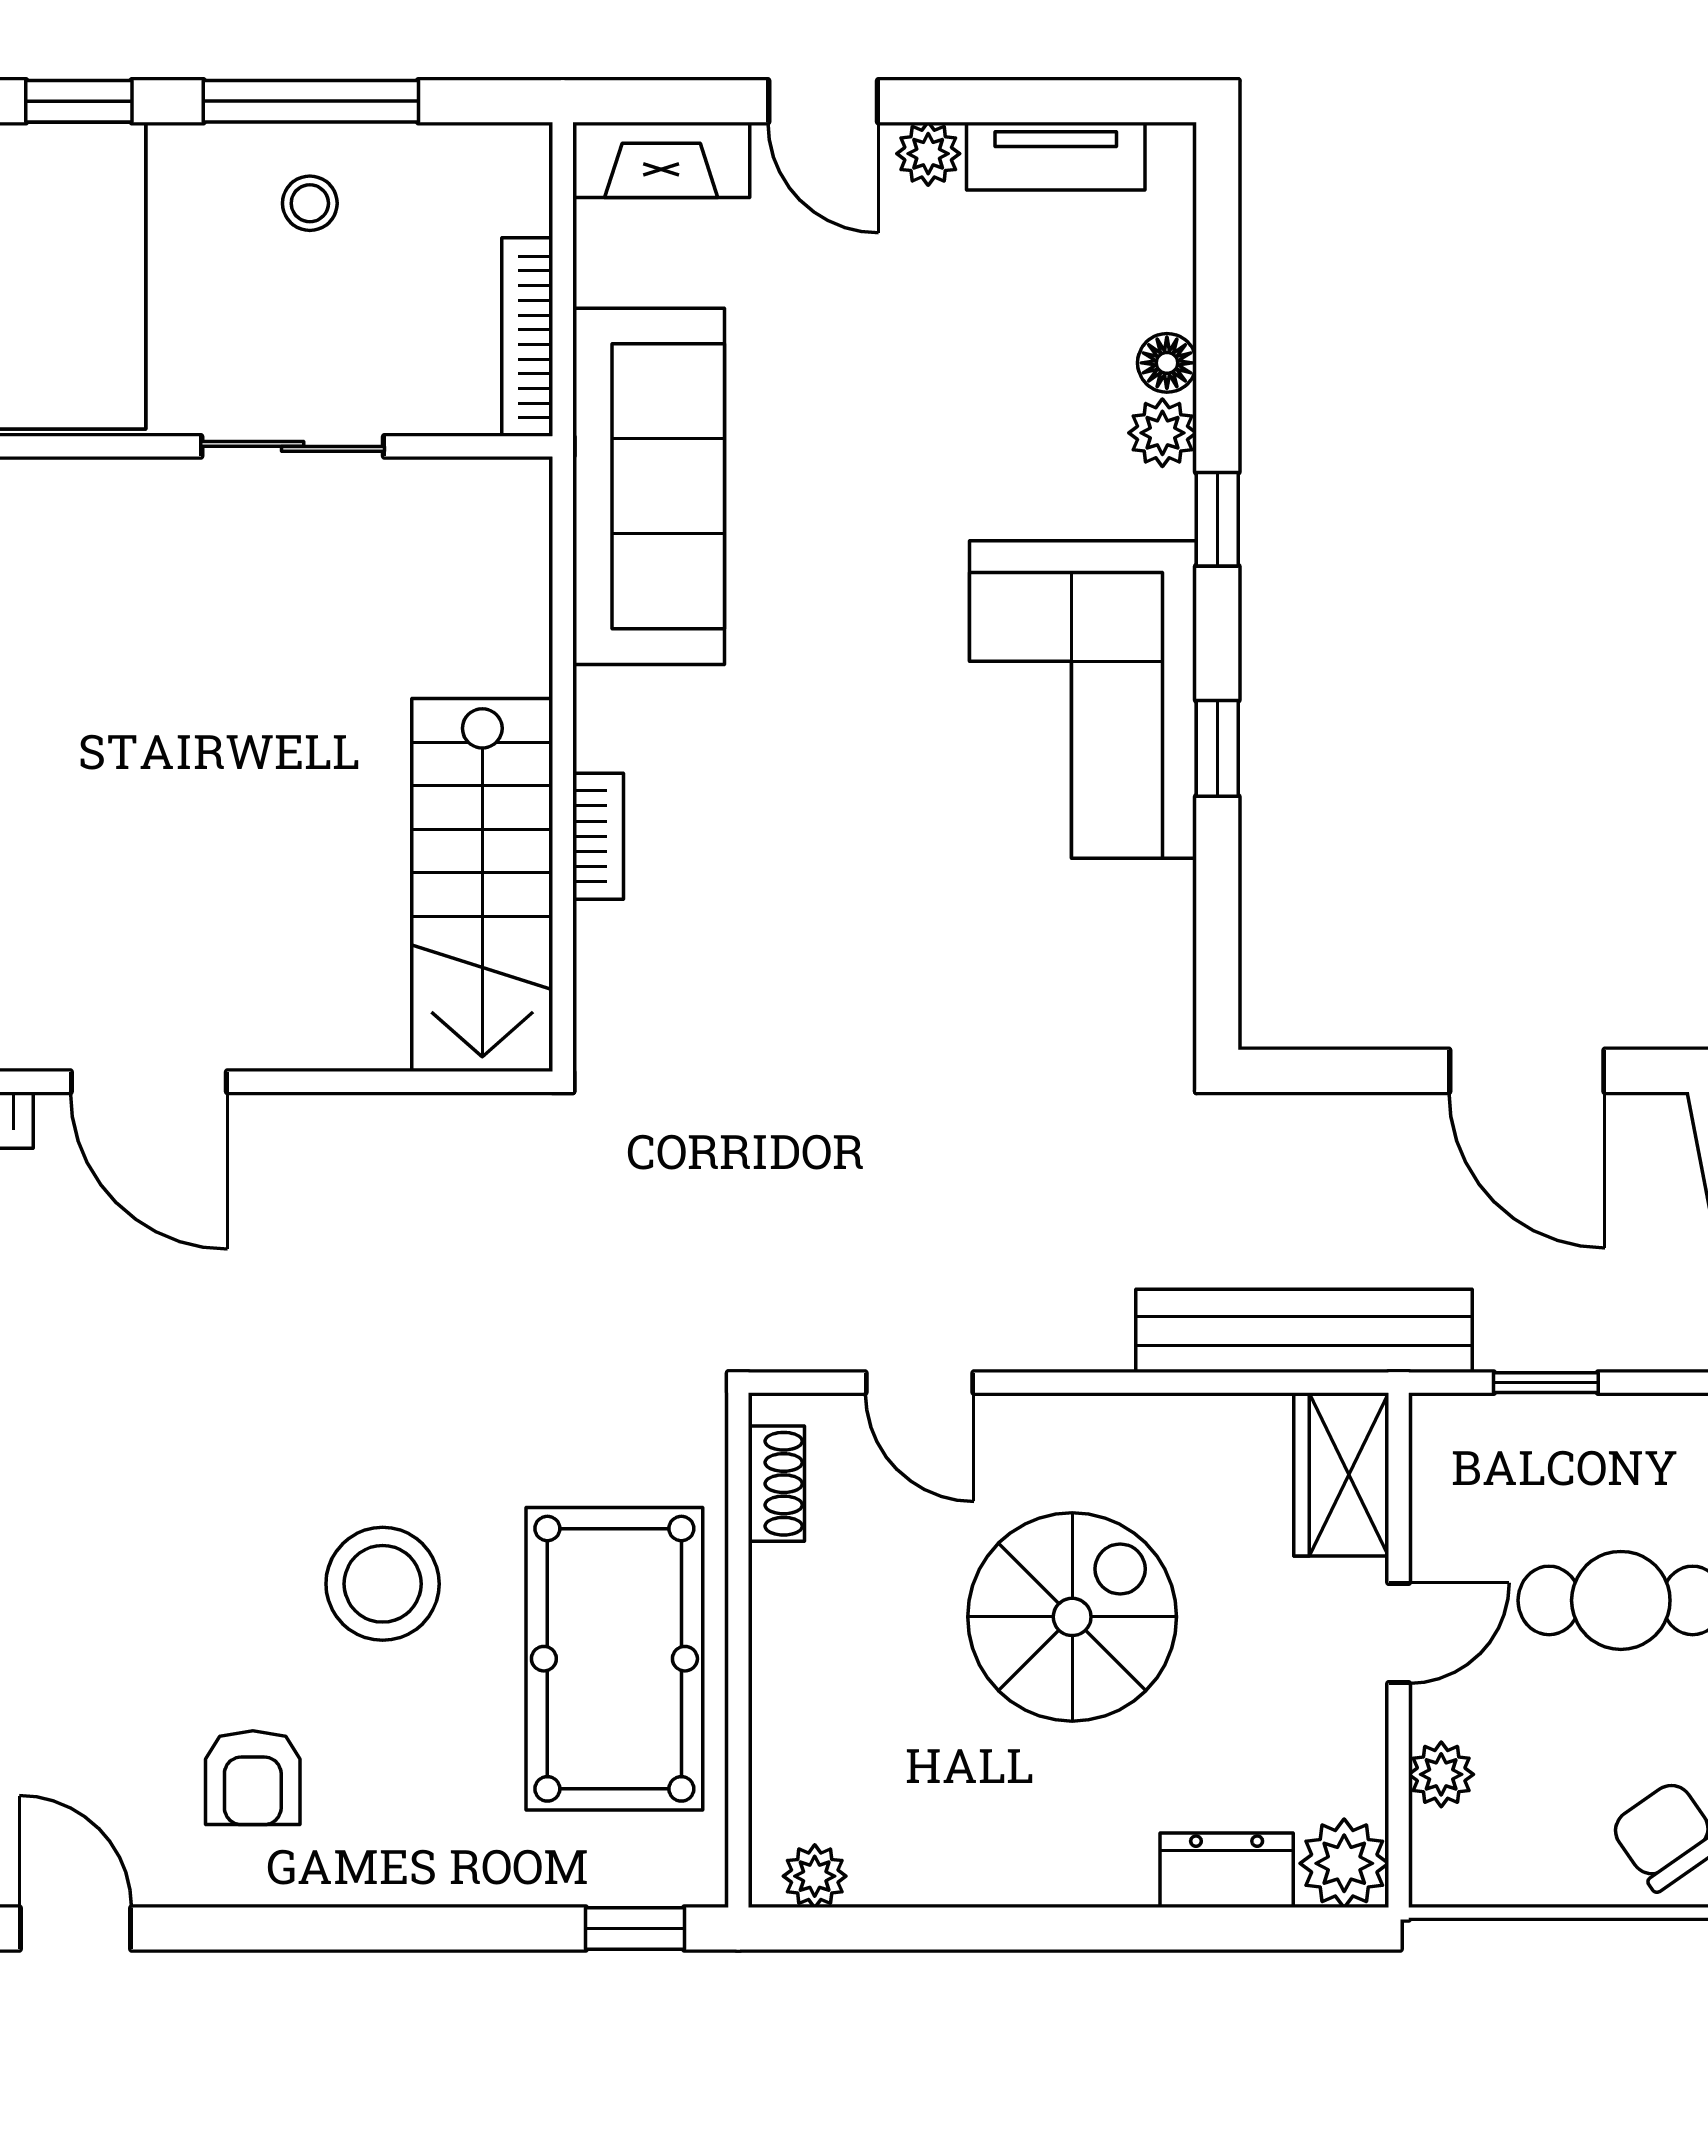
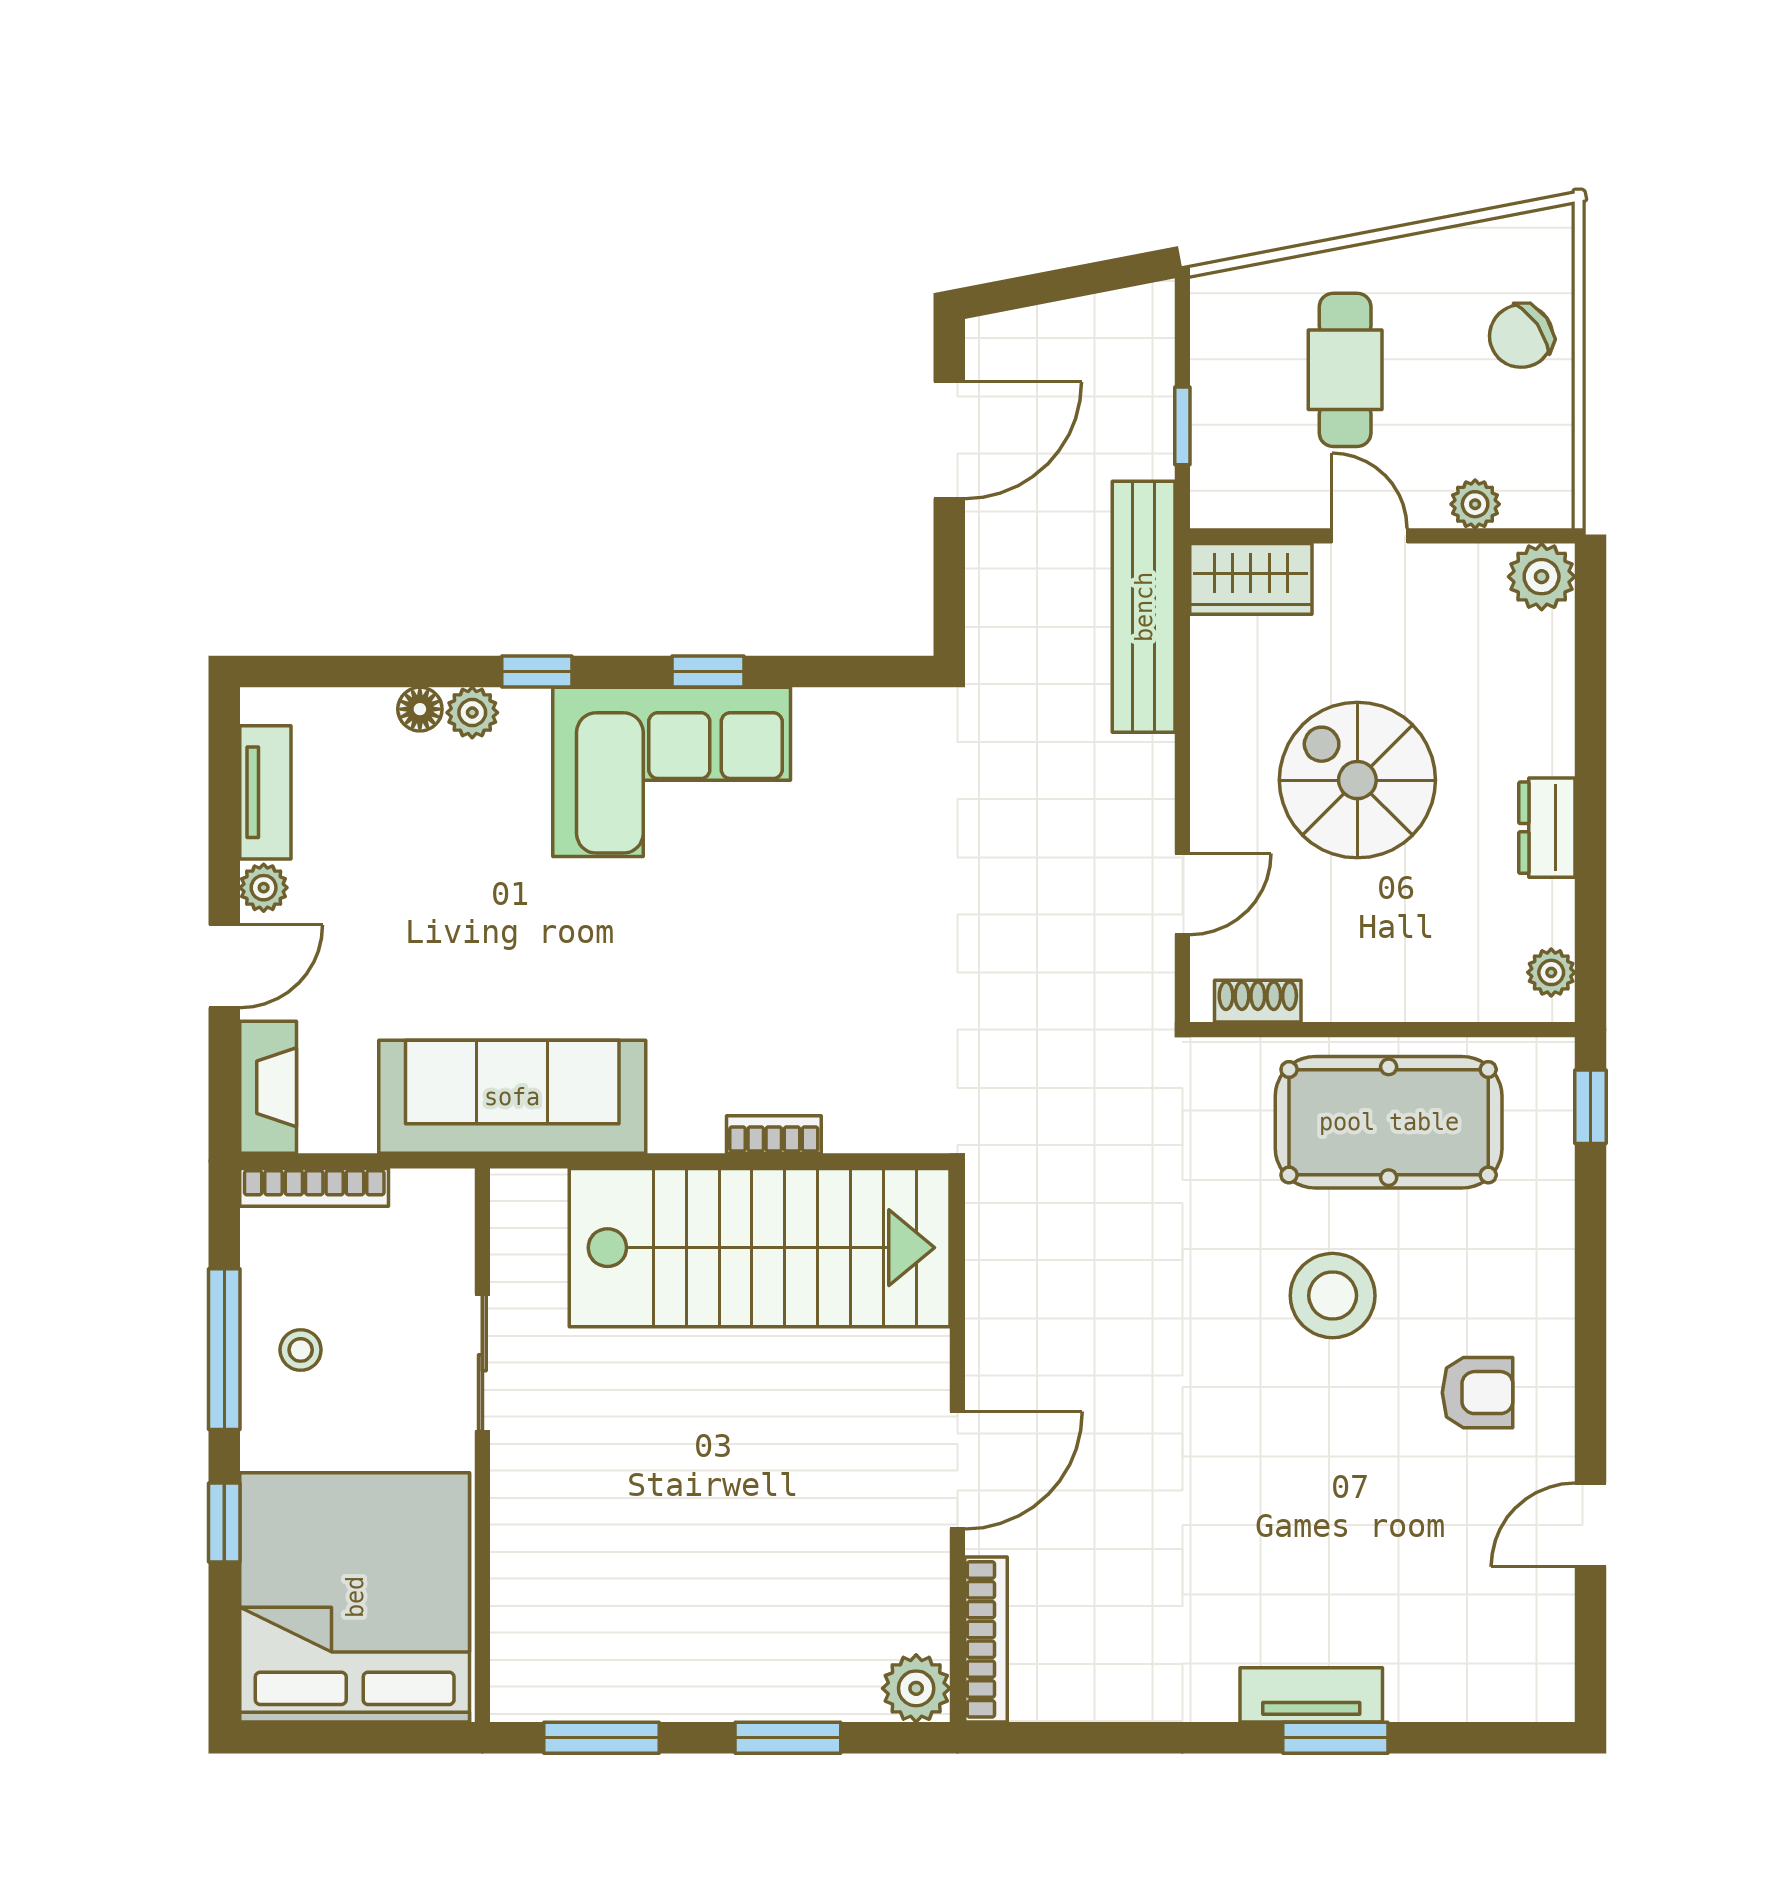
bookcase: (527, 337) -> (314, 1187), moved
stairs: (482, 885) -> (760, 1248), width x1.36, depth x1.51
dresser: (1227, 1870) -> (1547, 828), moved

